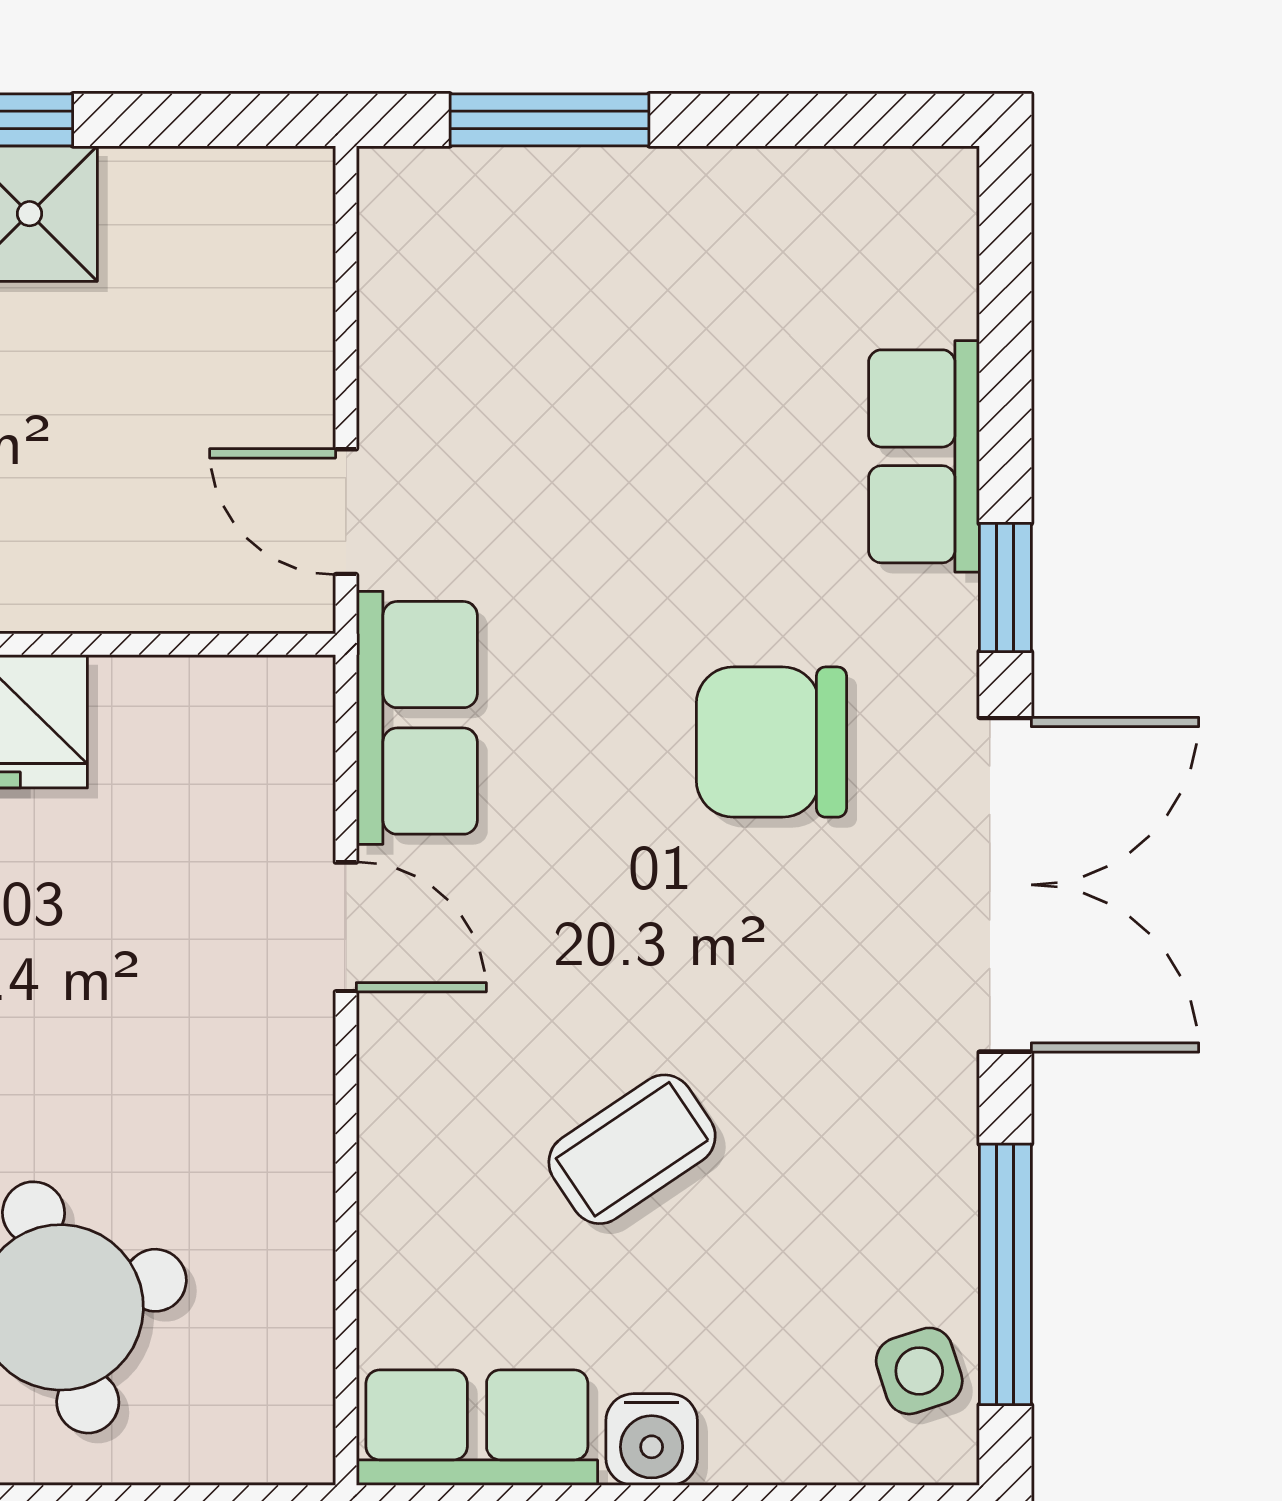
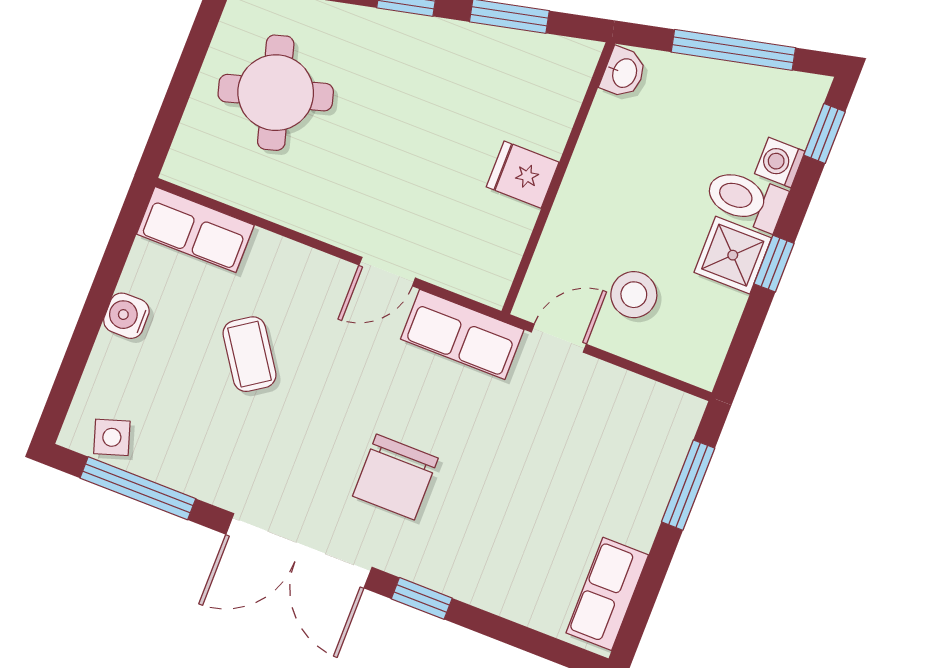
stool: (193, 389) -> (634, 295), added
row of seats: (924, 456) -> (607, 594), moved, turned -90
chair: (771, 742) -> (395, 477), turned 180
row of seats: (477, 1428) -> (195, 230), moved, turned 90

